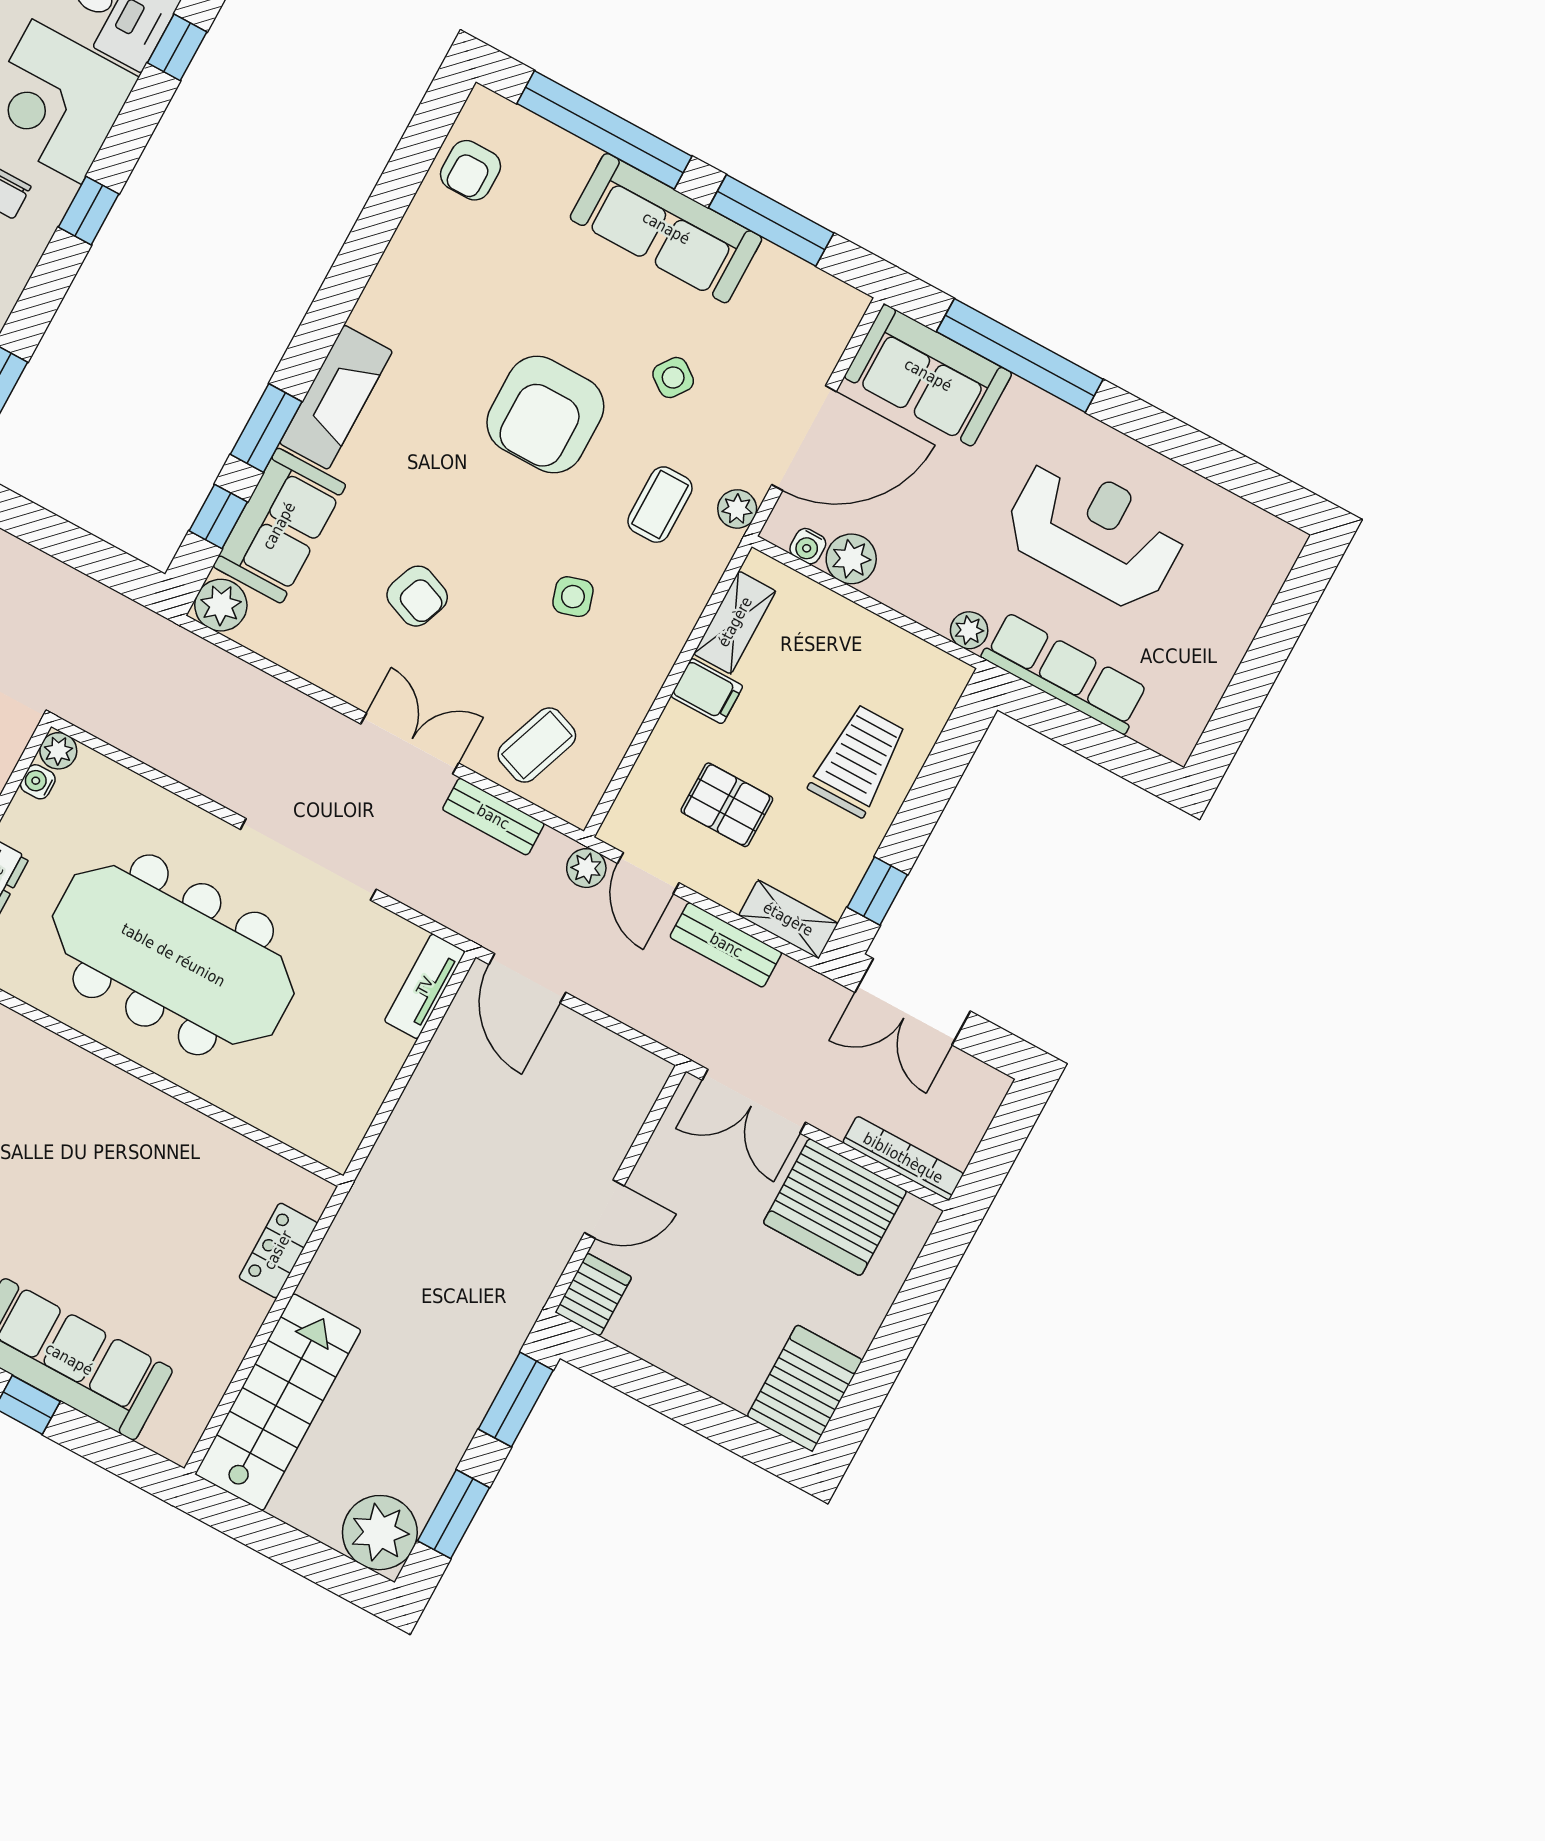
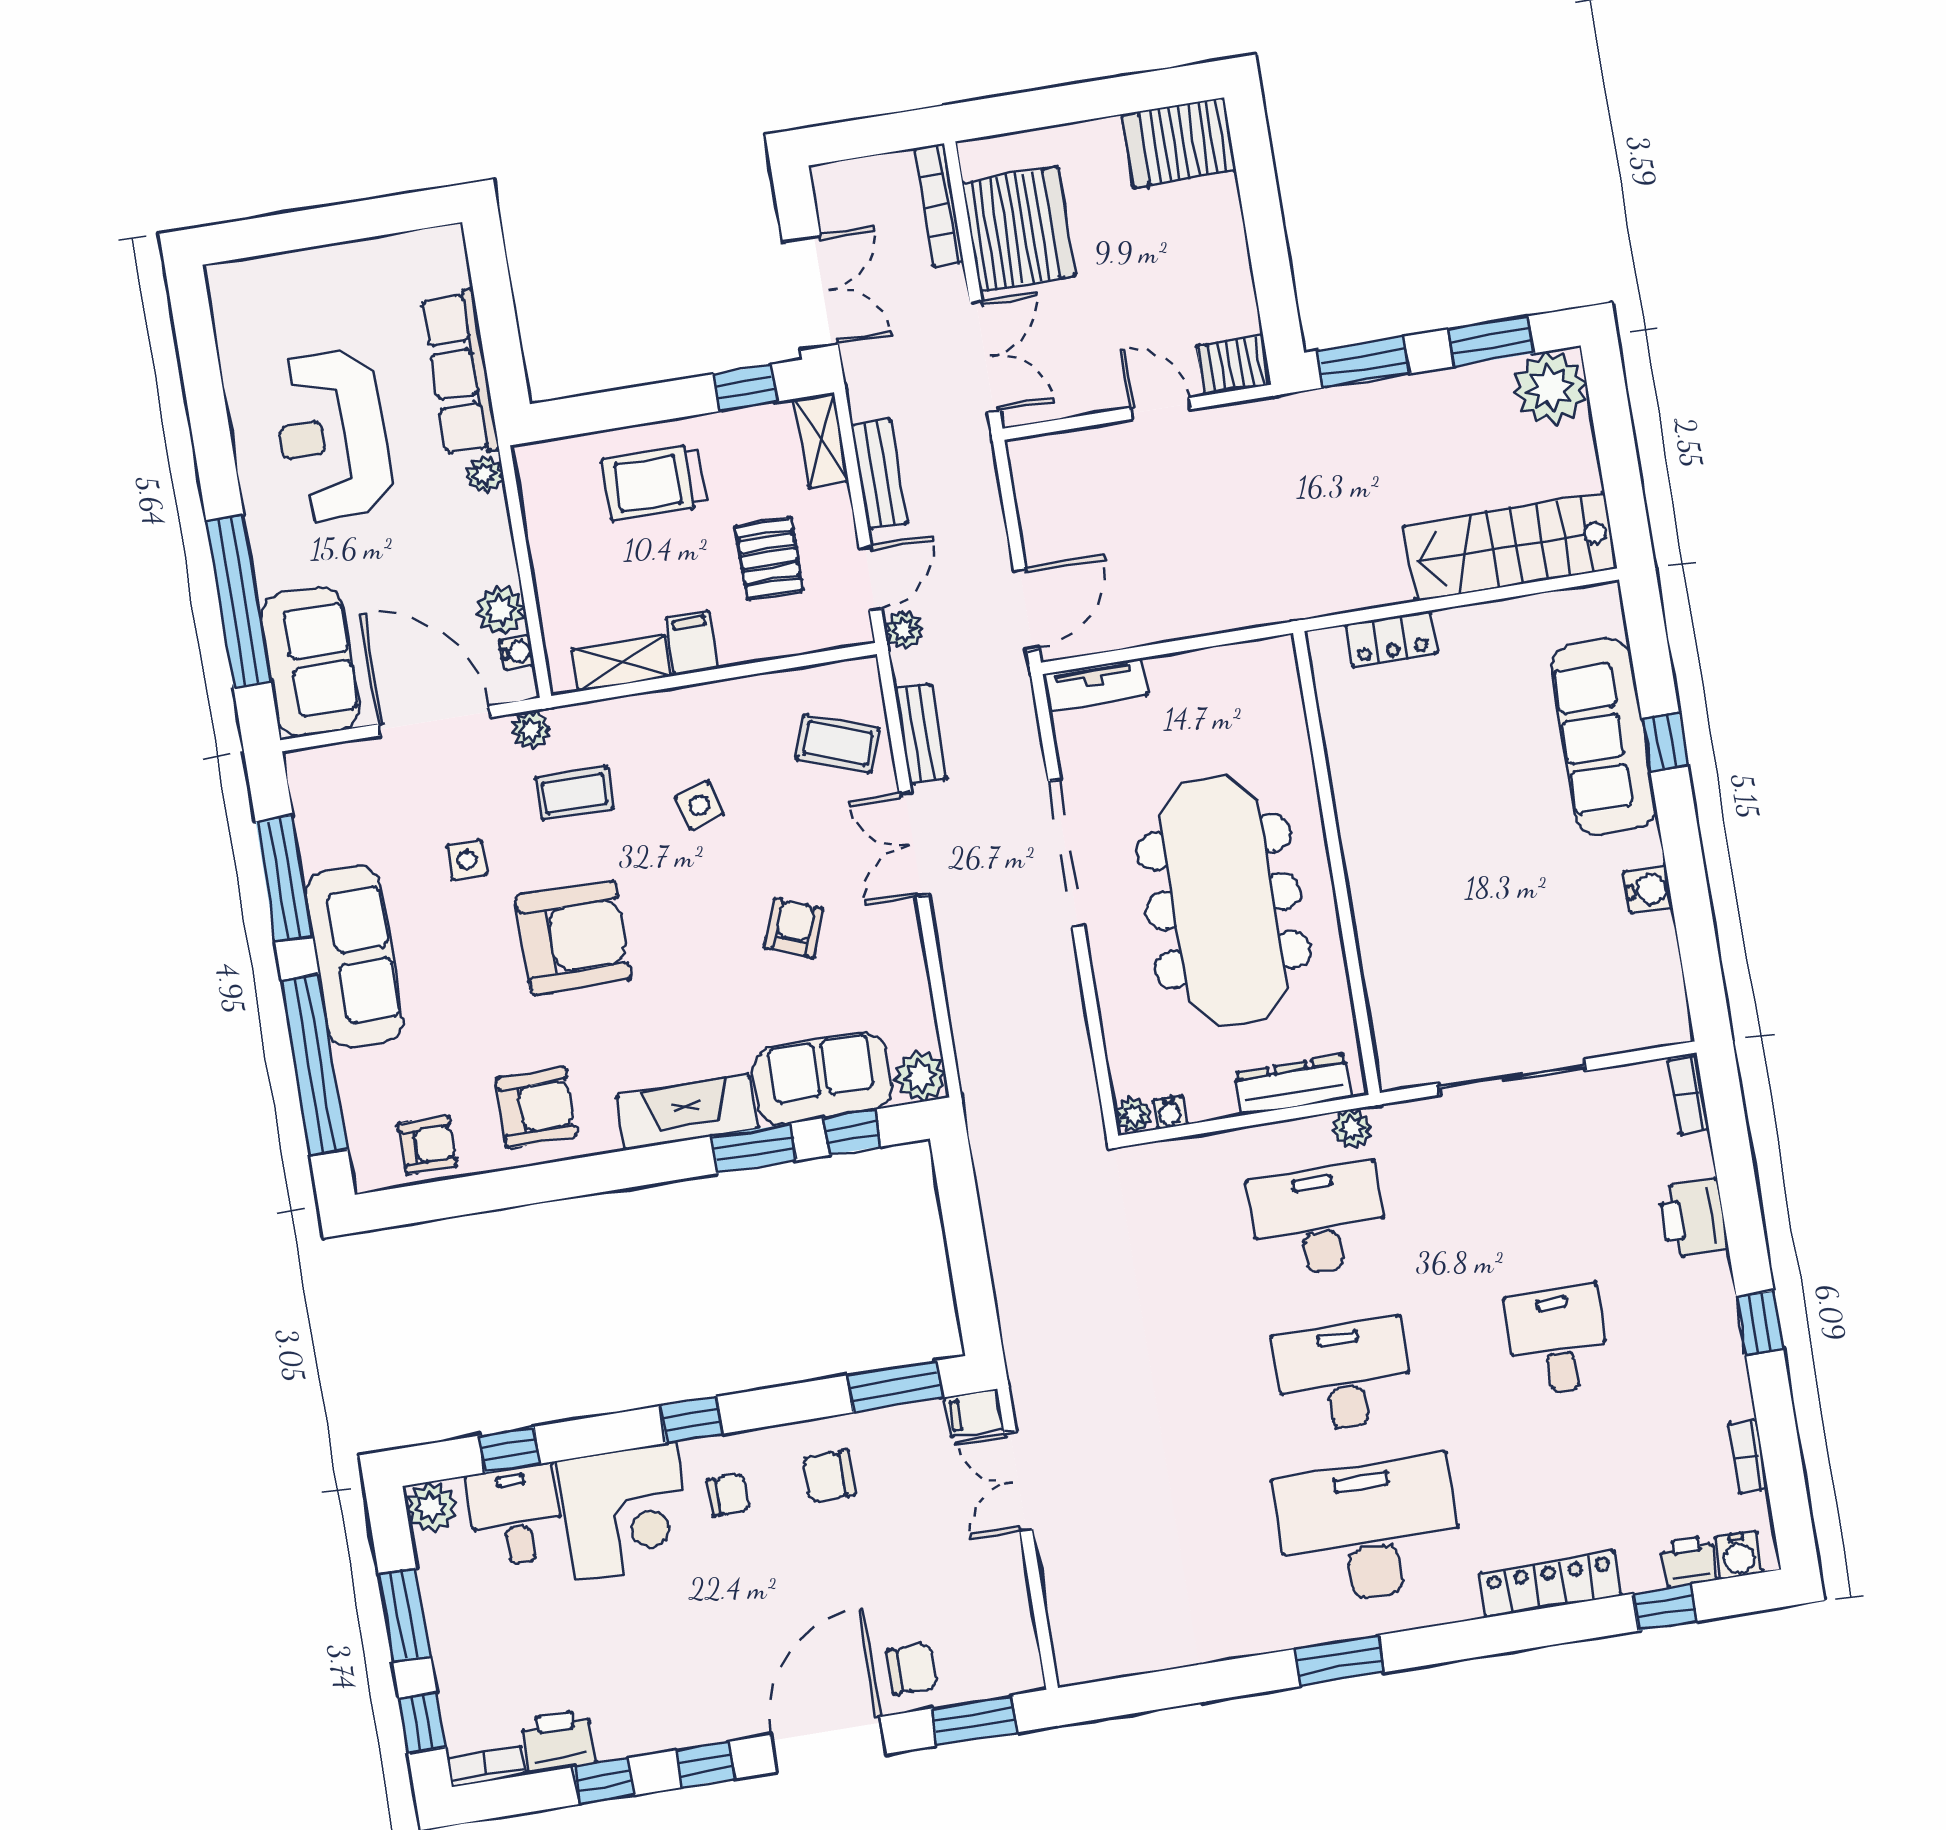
armchair: (433, 280) -> (536, 1108), added
side table: (673, 378) -> (467, 860), turned -36

